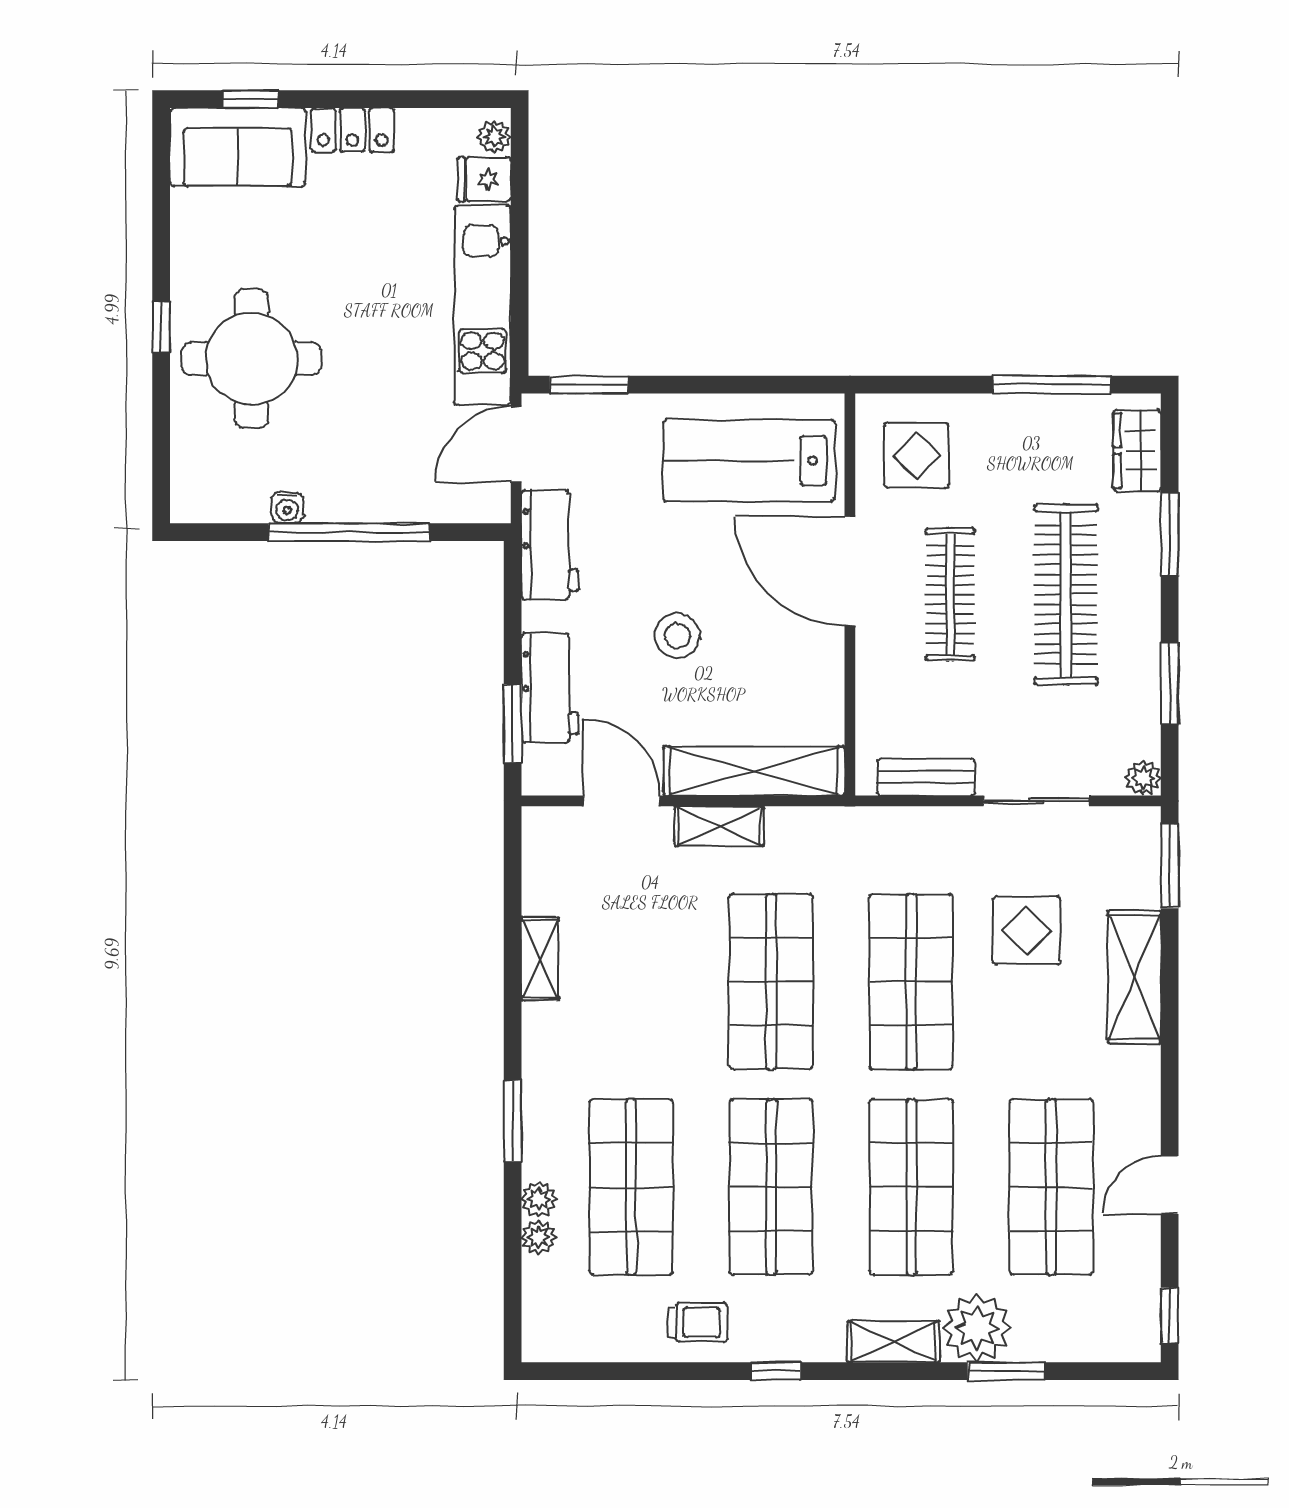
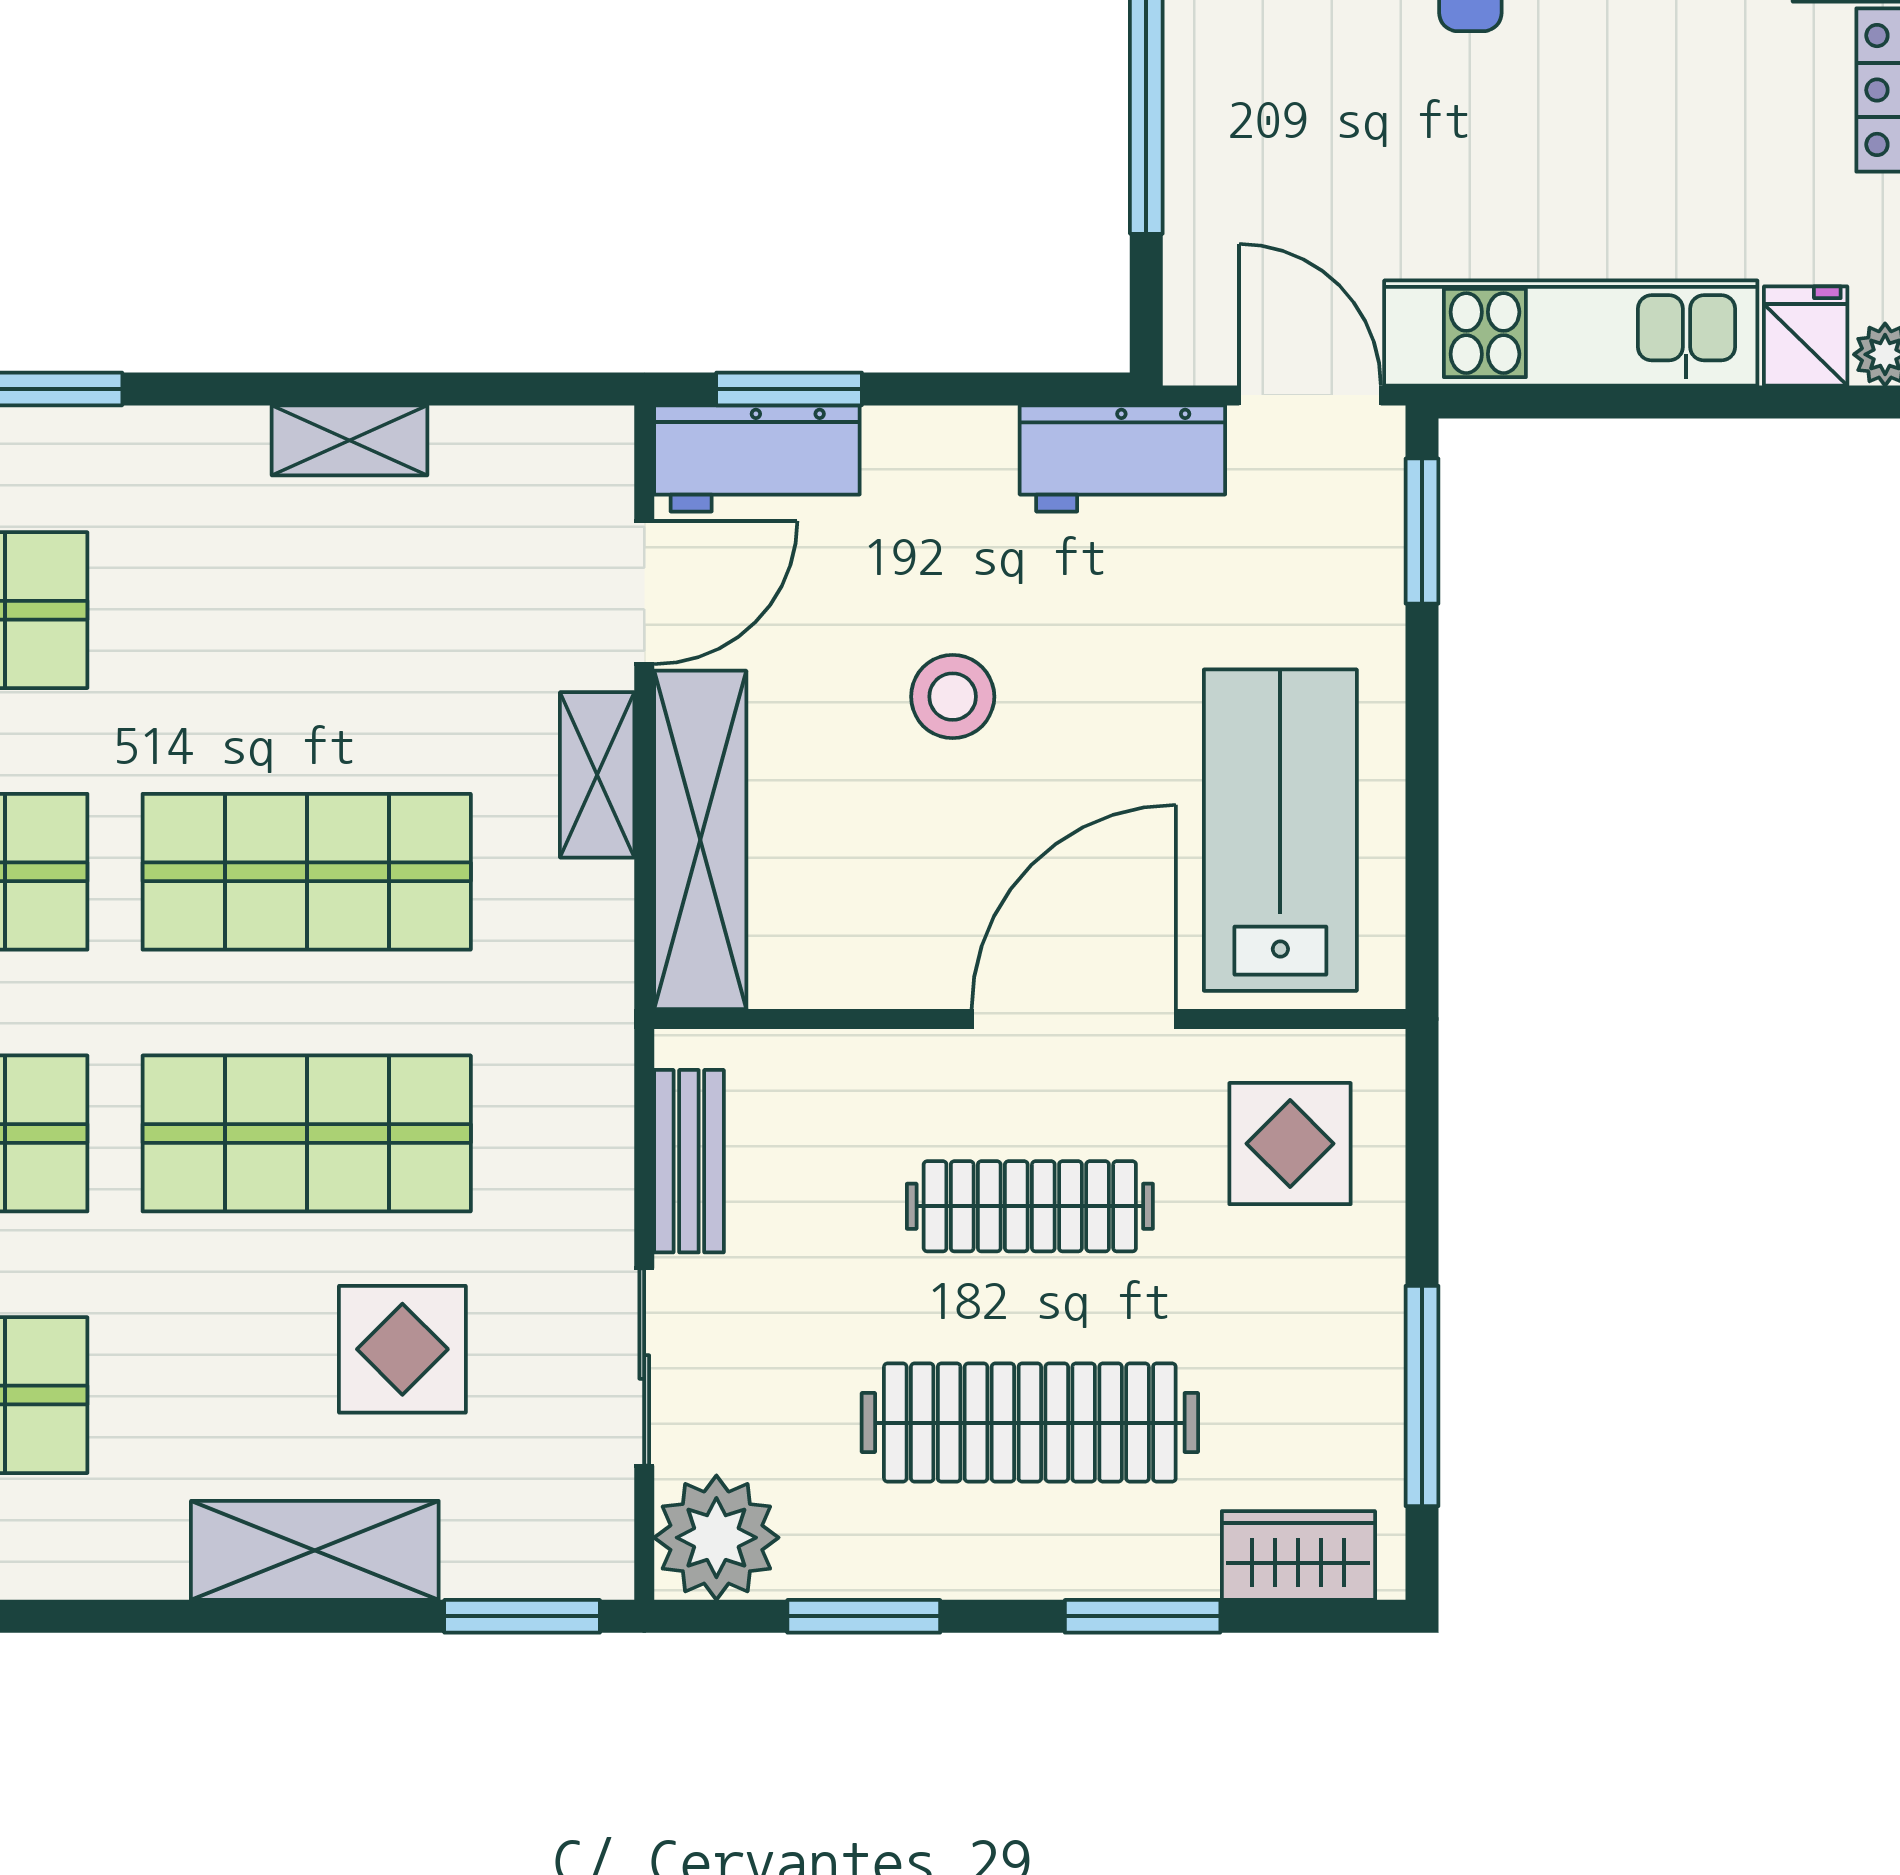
workbench: (550, 688) -> (757, 458), moved
plant: (1143, 778) -> (716, 1538), width x1.87, depth x1.87

